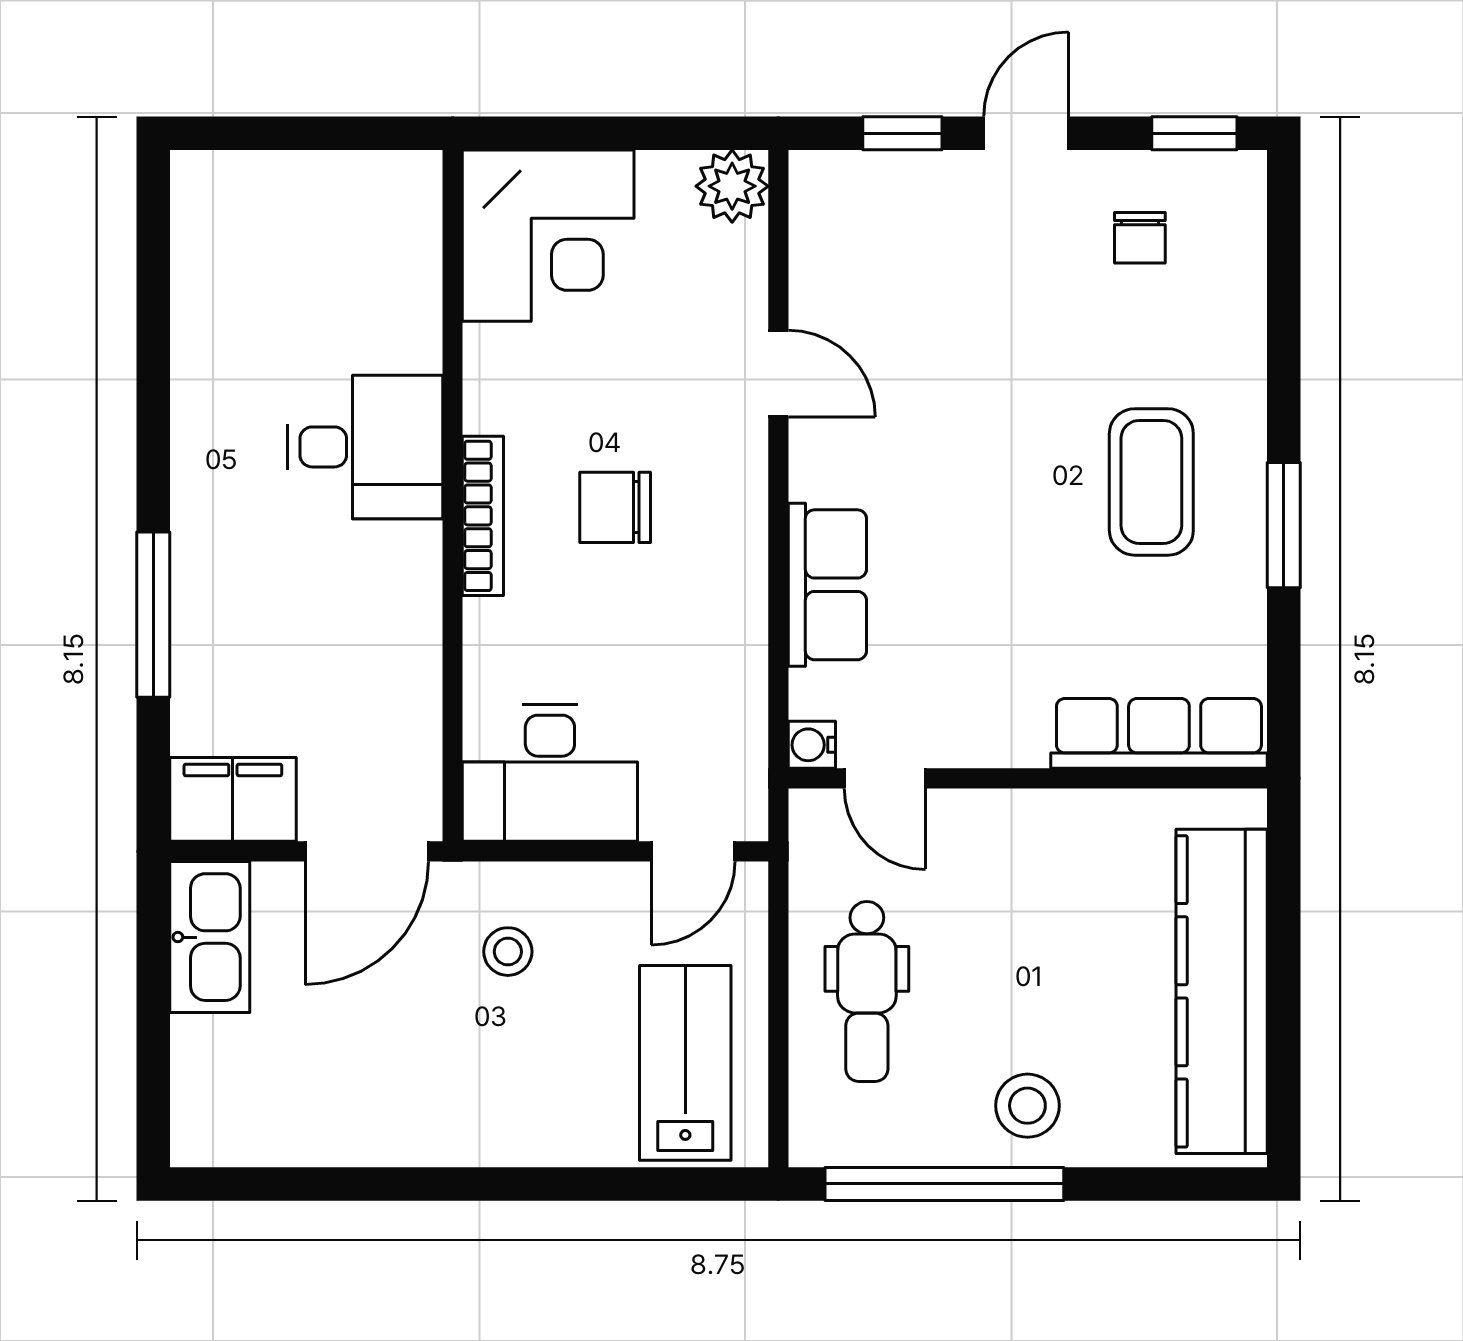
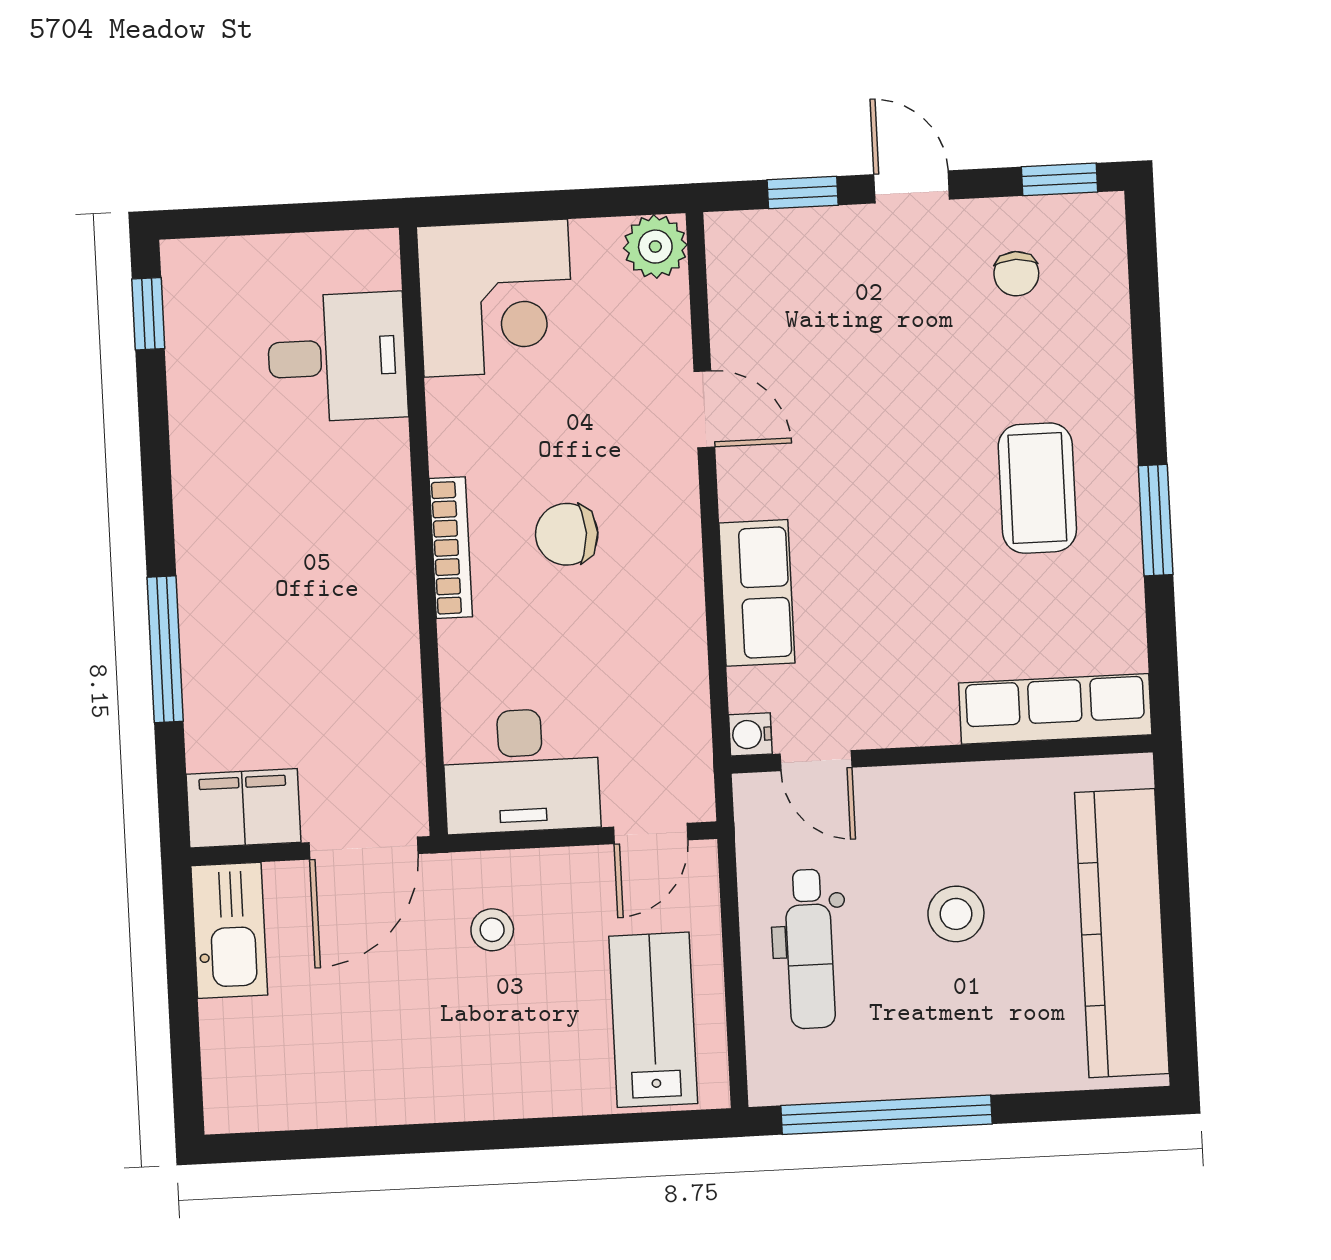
door: (1026, 133) -> (912, 187), hinge flipped
window: (153, 233) -> (148, 314), added
desk: (365, 447) -> (337, 357), moved
stool: (1027, 1106) -> (956, 914), moved

